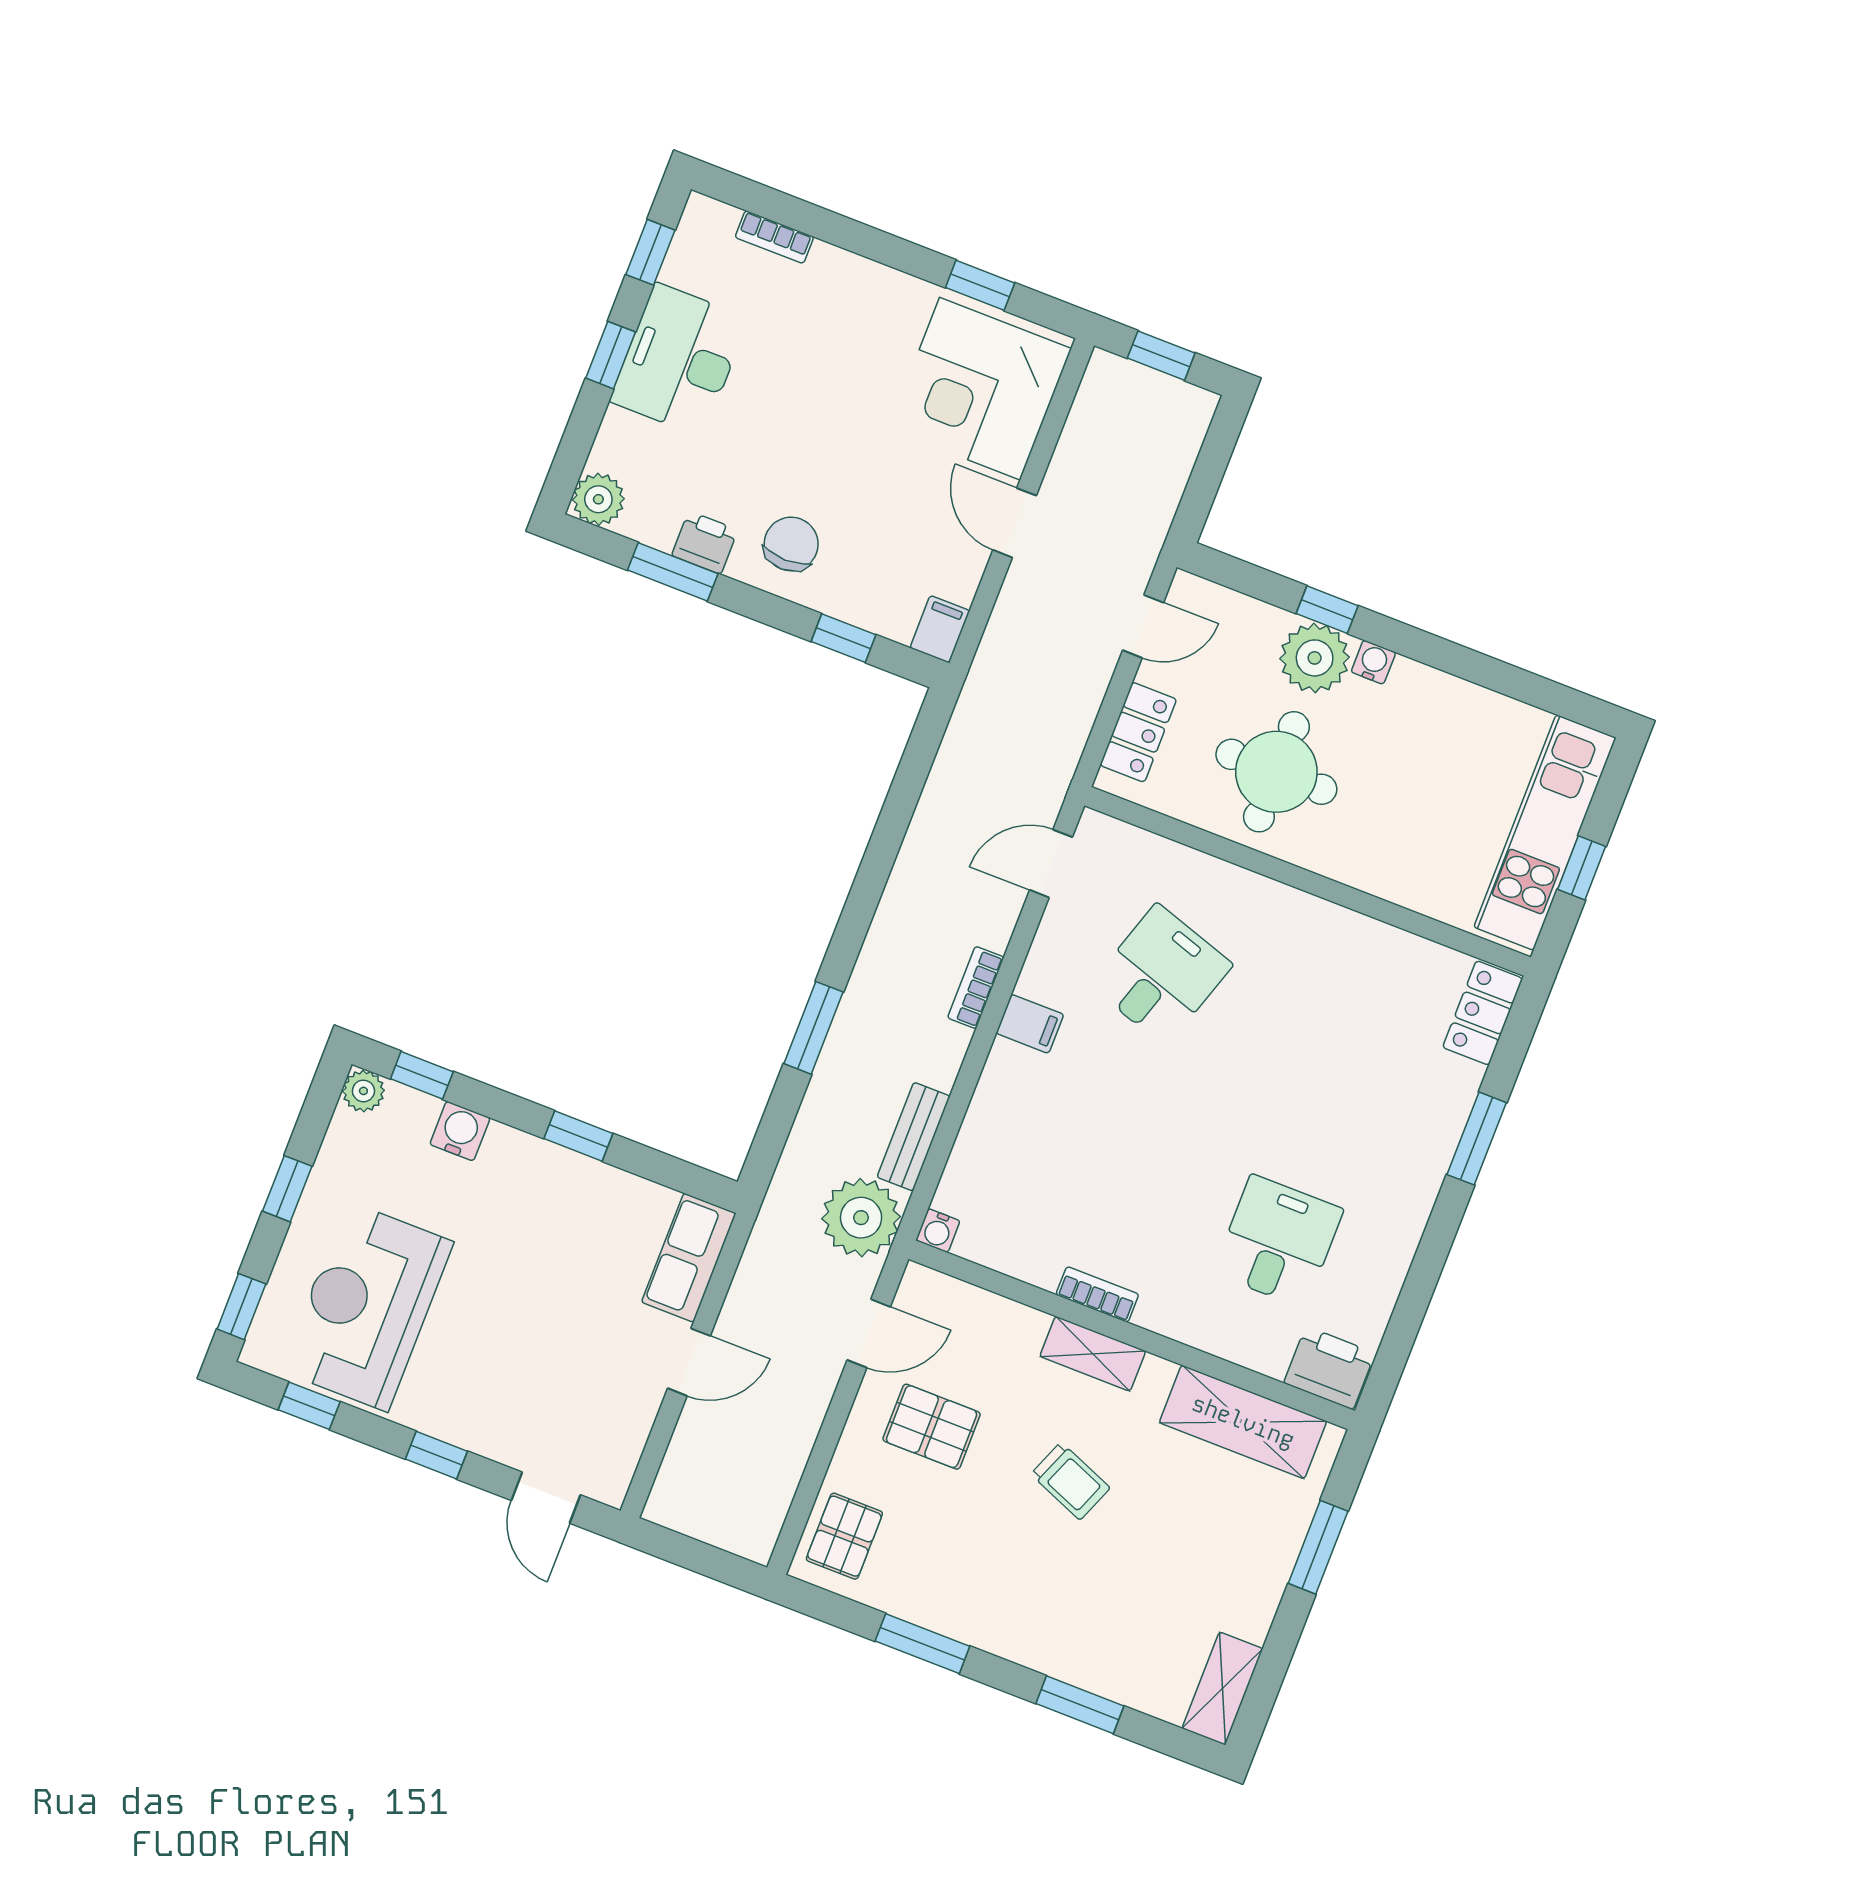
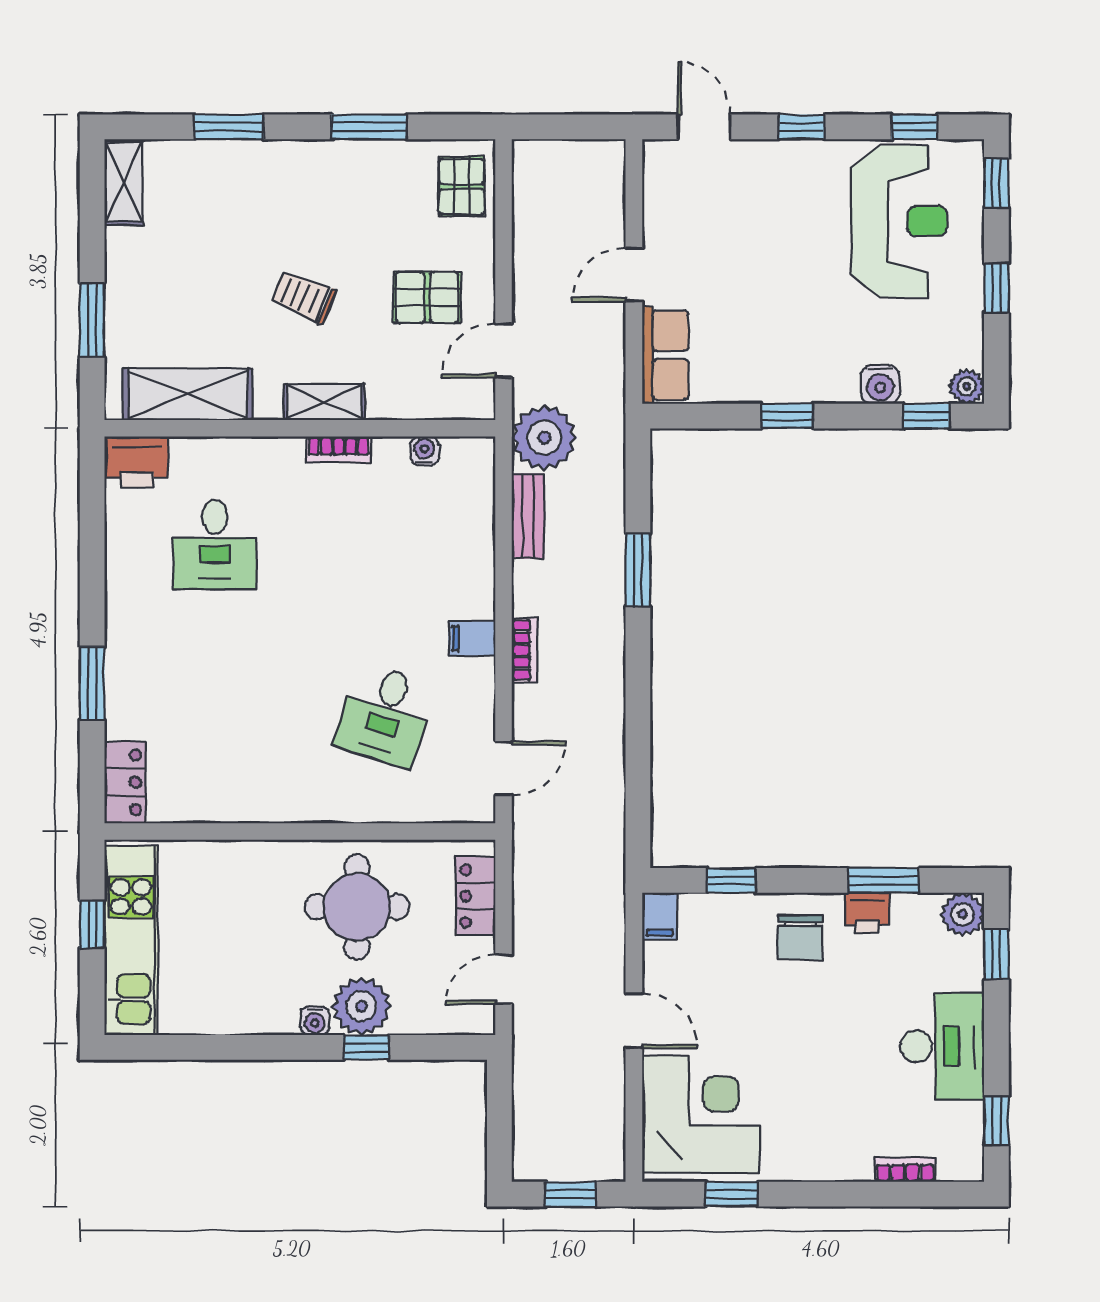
window: (611, 355) -> (996, 954), moved
water cooler: (938, 1231) -> (424, 451), moved

